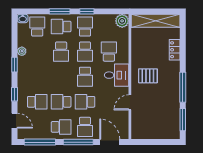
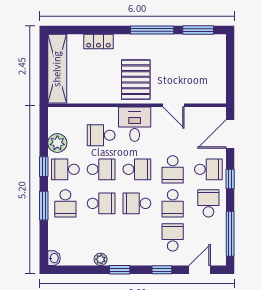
plant: (122, 21) -> (57, 143), moved
school desk: (37, 27) -> (137, 203), moved
pallet: (148, 76) -> (136, 80), width x1.50, depth x1.42
window: (78, 142) -> (230, 179), width x0.46

